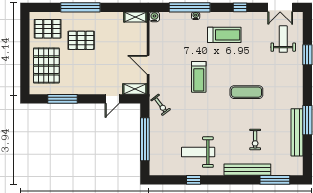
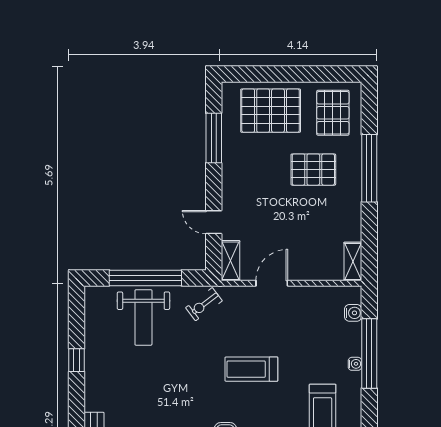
water cooler: (154, 17) -> (353, 313), moved
pallet: (81, 40) -> (313, 170), turned 90
weight bench: (198, 152) -> (143, 317), moved, turned 180

